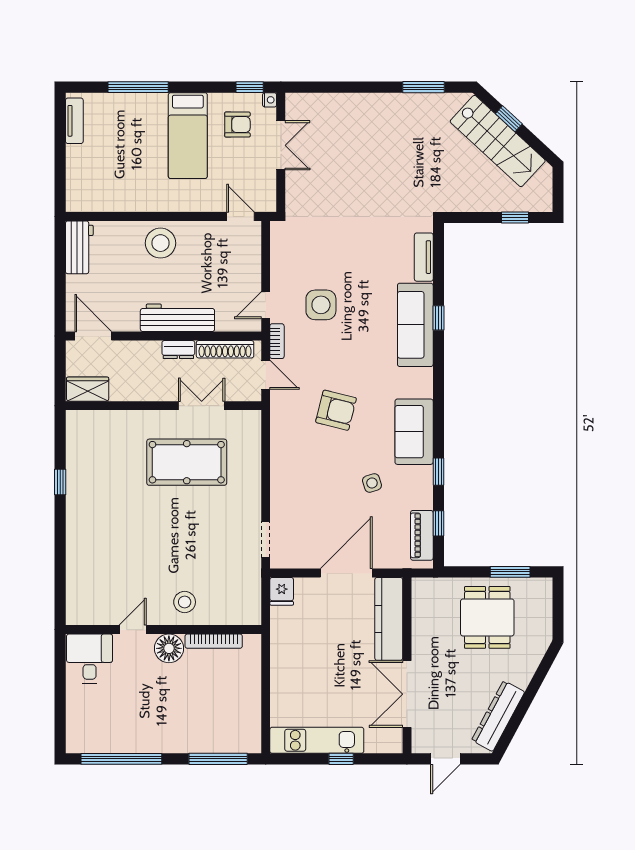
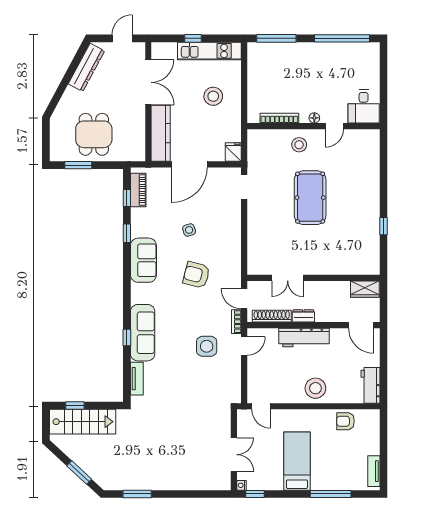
window: (509, 119) -> (79, 472), width x1.50
armchair: (237, 125) -> (345, 421), moved
stairs: (498, 141) -> (83, 422), moved, turned 137
double door: (281, 145) -> (234, 455), swing flipped
pool table: (187, 462) -> (310, 198), moved, turned 90
side table: (372, 483) -> (189, 230), moved
floor lamp: (169, 648) -> (314, 118), width x0.53, depth x0.53
stool: (311, 673) -> (213, 96), added

